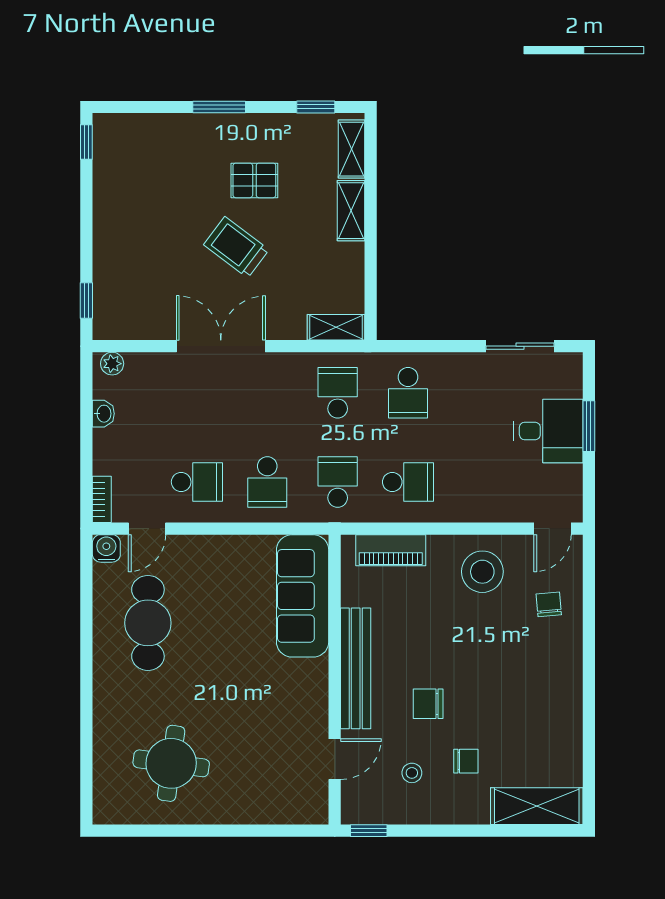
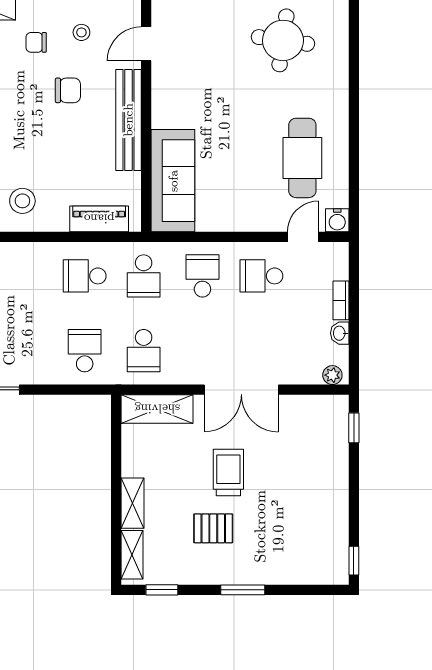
trolley: (236, 247) -> (228, 472), turned -127
shelving: (336, 327) -> (157, 409), width x1.50, depth x1.33
bookcase: (102, 499) -> (341, 300), moved
stool: (482, 572) -> (22, 201), width x0.73, depth x0.73

